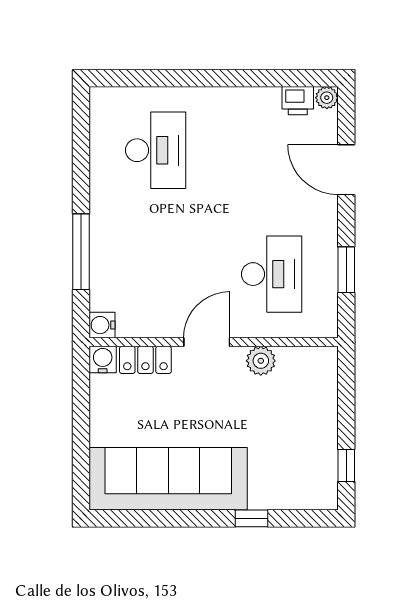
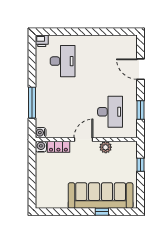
plant: (327, 98) -> (133, 40), removed
printer: (298, 101) -> (42, 41), moved
window: (346, 466) -> (141, 165), moved
sofa: (168, 479) -> (101, 196), moved

